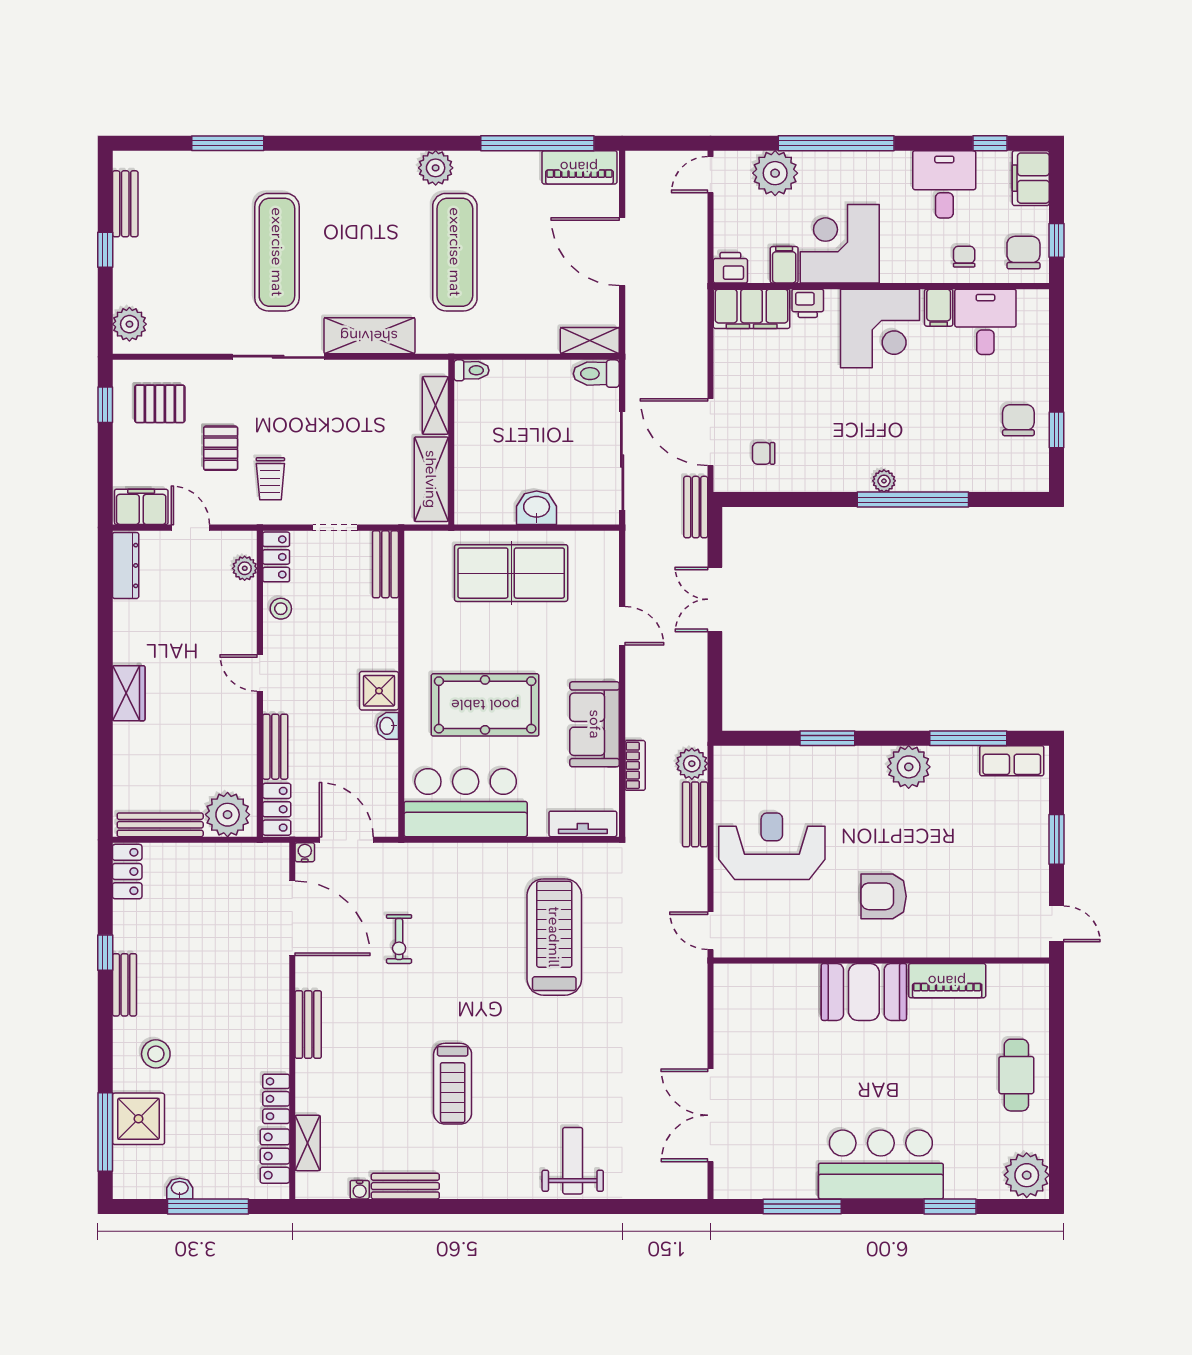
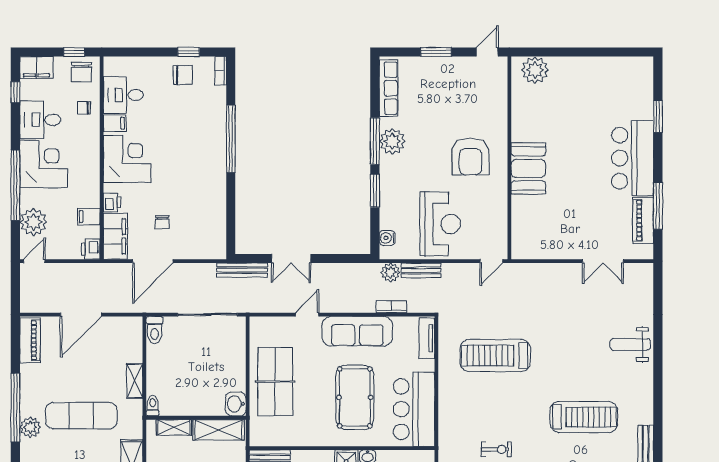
window: (537, 143) -> (15, 408), moved
door: (710, 175) -> (34, 261), swing flipped
corner desk: (840, 244) -> (44, 164), moved, turned 180
chair: (1023, 253) -> (81, 72), turned -90
shelving: (590, 341) -> (135, 381), moved
chair: (1018, 420) -> (183, 75), turned 180
door: (710, 432) -> (153, 261), moved
chair: (764, 453) -> (162, 222), moved
plant: (884, 481) -> (220, 156), removed
bookcase: (1025, 483) -> (221, 71), added
bench: (696, 507) -> (242, 270), width x1.36
washbasin: (537, 508) -> (236, 404), moved
sofa: (595, 724) -> (357, 331), width x1.36
window: (968, 738) -> (375, 141), moved
water cooler: (749, 758) -> (387, 238), added
row of seats: (1012, 761) -> (389, 88), width x1.48
reception desk: (772, 846) -> (440, 224), turned 180
armchair: (884, 896) -> (471, 157), width x1.36, depth x1.36
piano: (947, 981) -> (643, 220), moved, turned 180
cafe table: (1016, 1075) -> (579, 76), removed
treadmill: (453, 1084) -> (584, 417), width x1.37, depth x1.38
double door: (710, 1115) -> (603, 261), width x0.73
plant: (1027, 1175) -> (535, 70), moved

